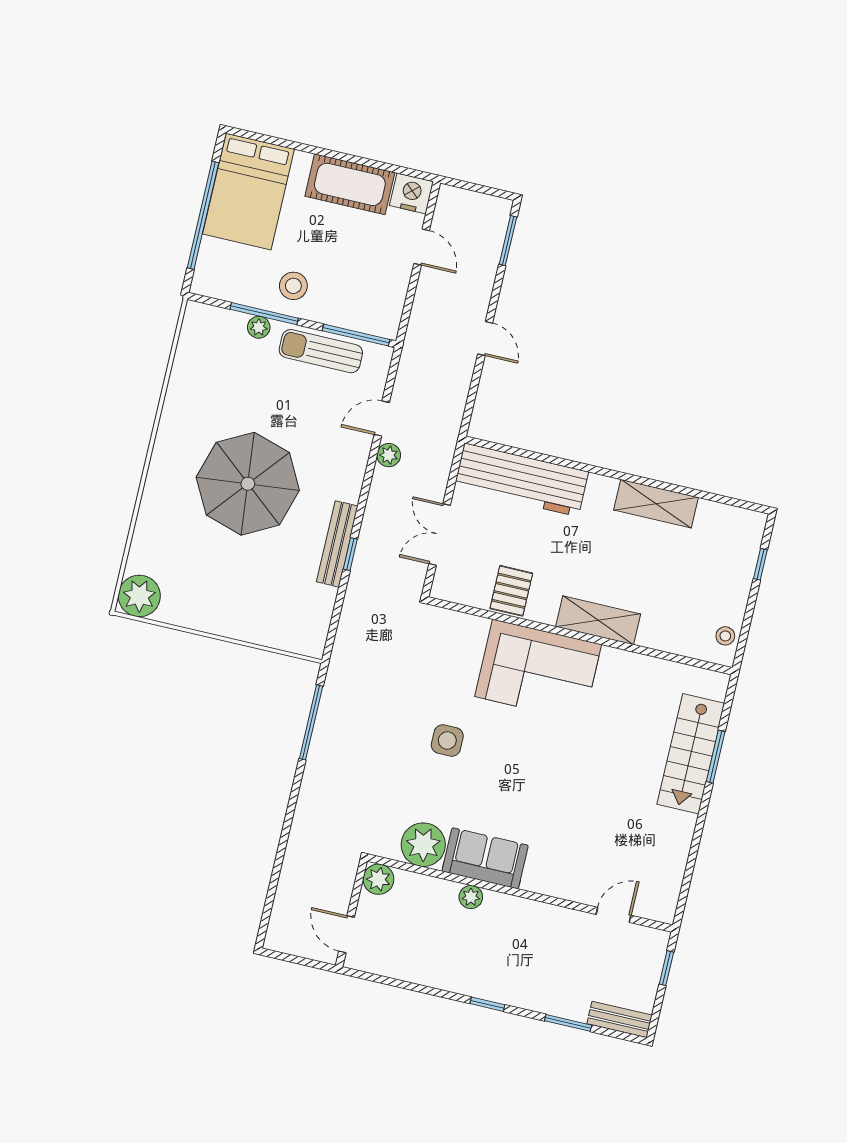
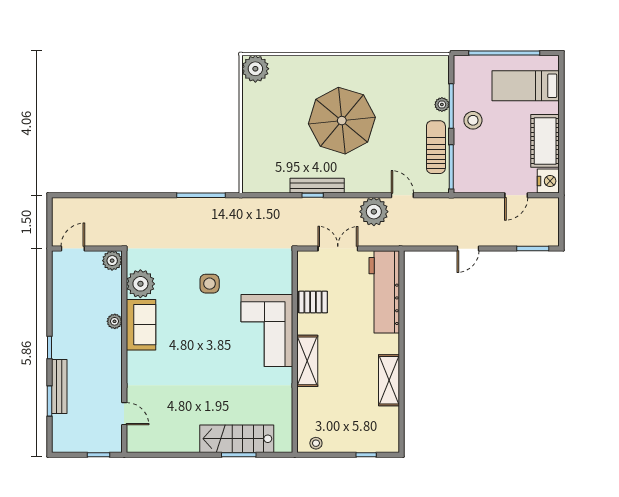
bed: (248, 192) -> (526, 86), width x0.67
plant: (389, 455) -> (374, 212), width x1.88, depth x1.88
bench: (619, 1019) -> (59, 387), moved, width x1.36

